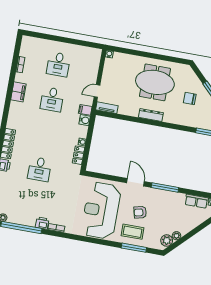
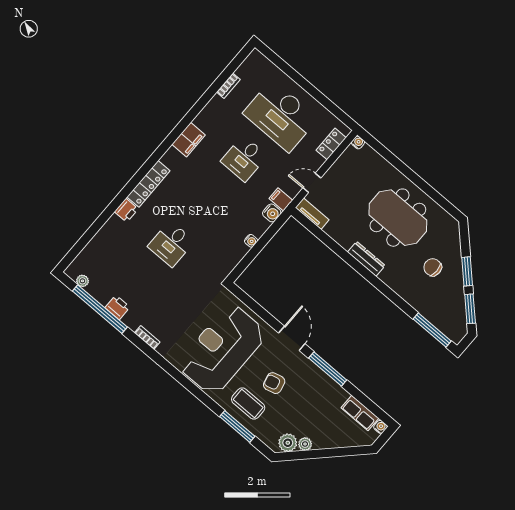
desk: (58, 64) -> (280, 116), width x1.87, depth x1.30
filing cabinet: (18, 92) -> (188, 140), moved
locker: (78, 155) -> (331, 144), moved
printer: (42, 223) -> (117, 307), moved

